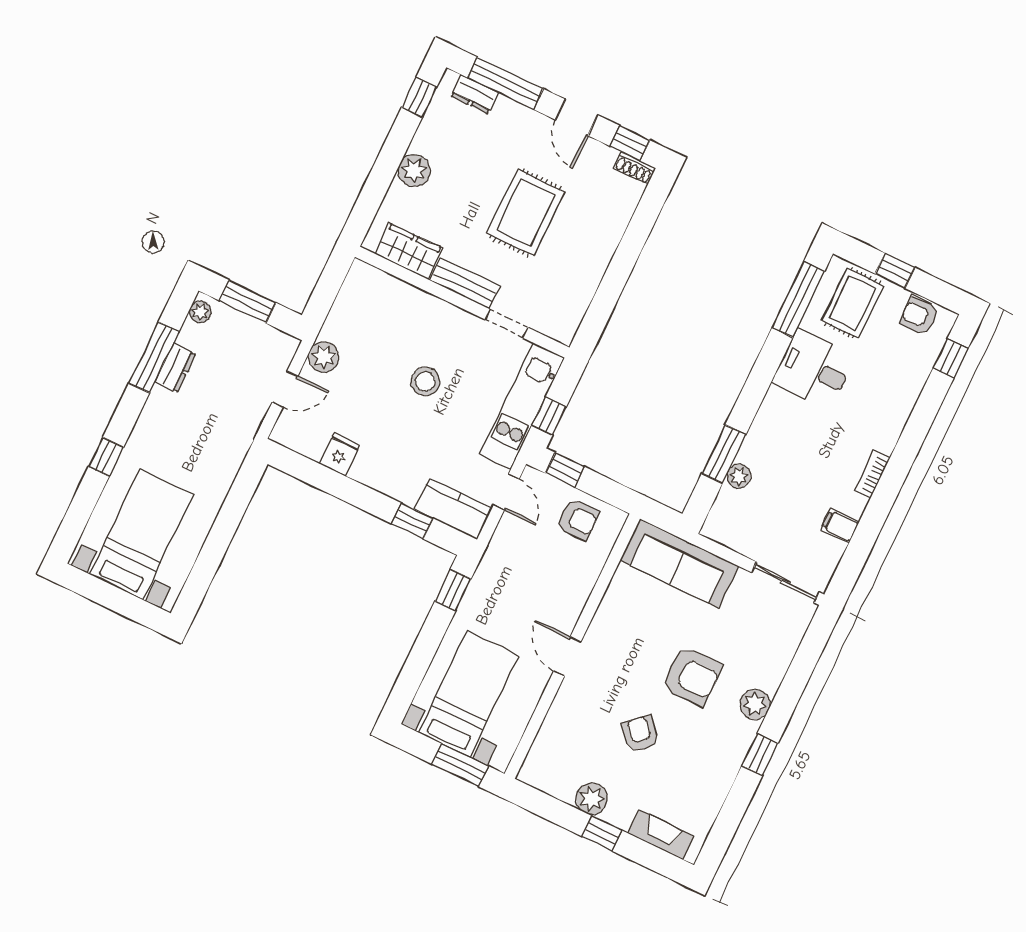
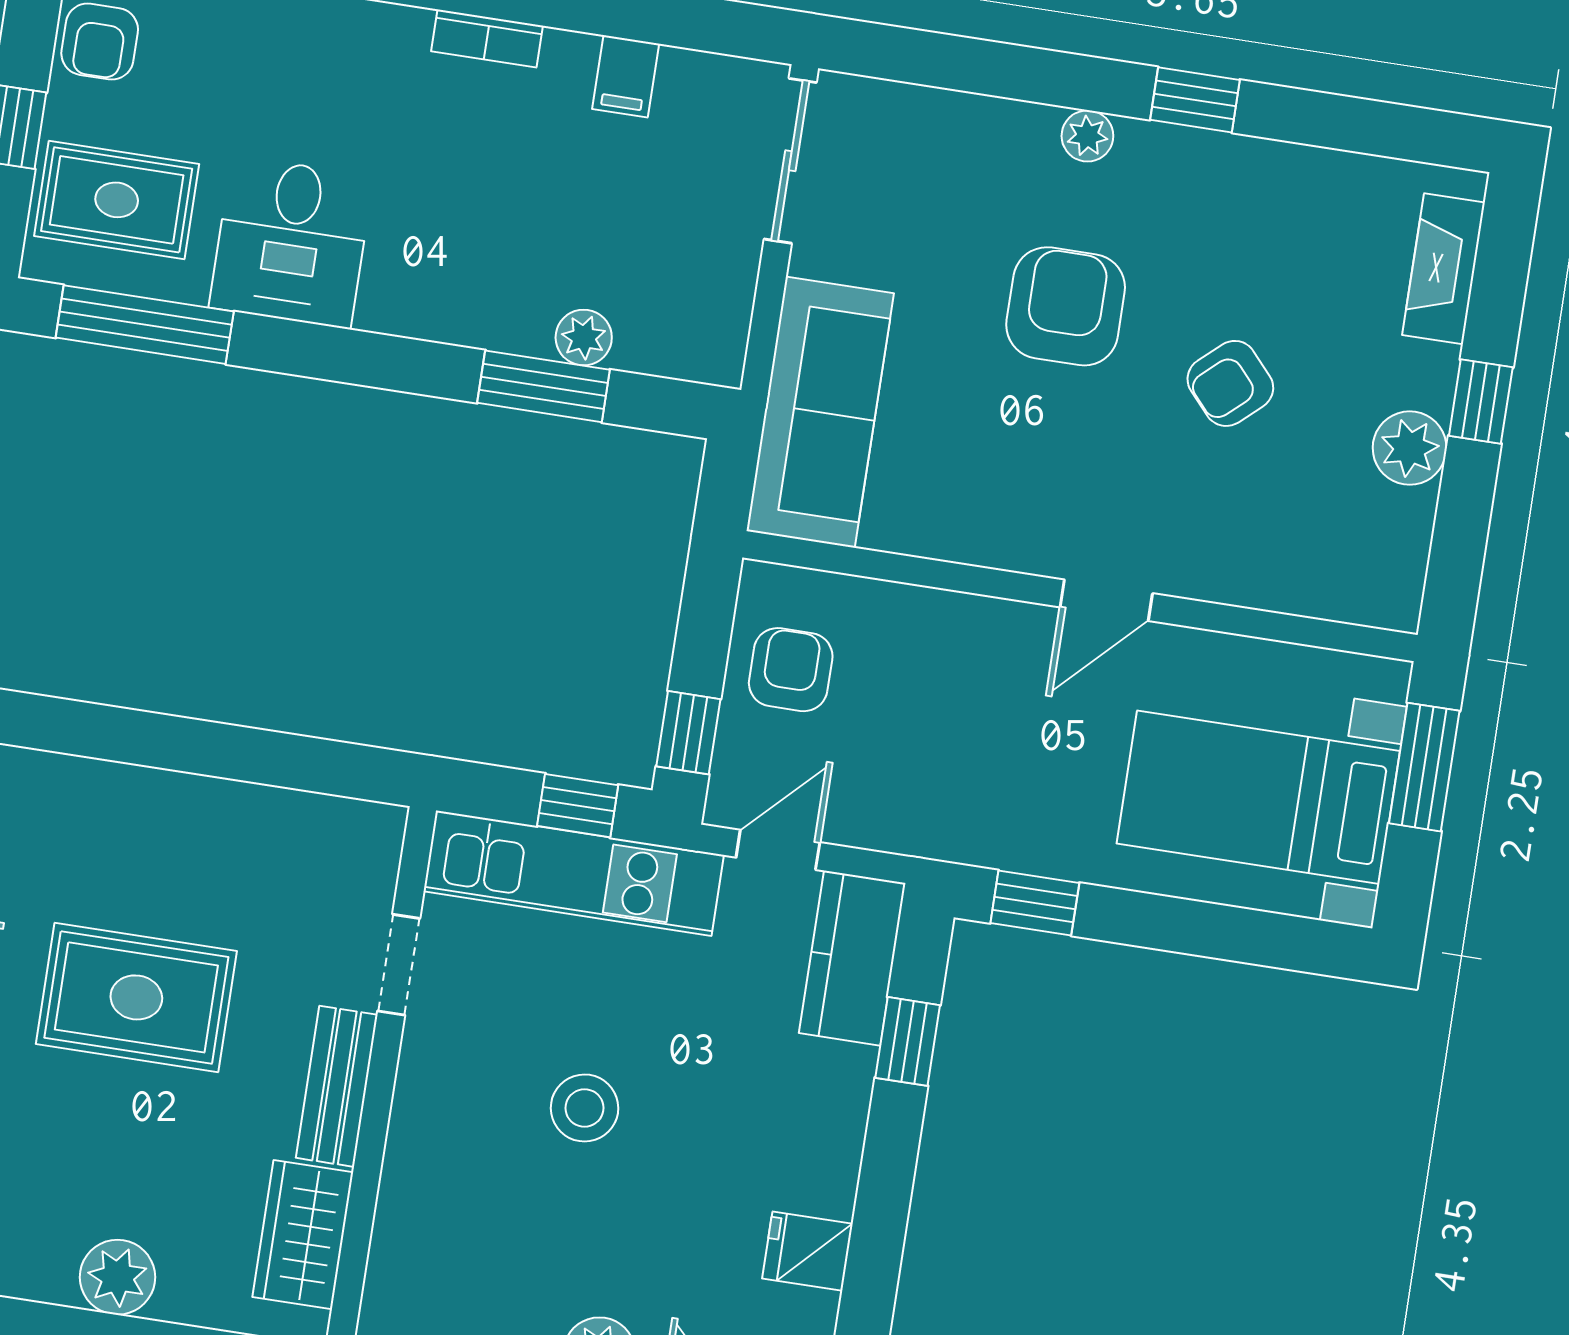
plant: (755, 704) -> (1087, 136), width x0.73, depth x0.73

